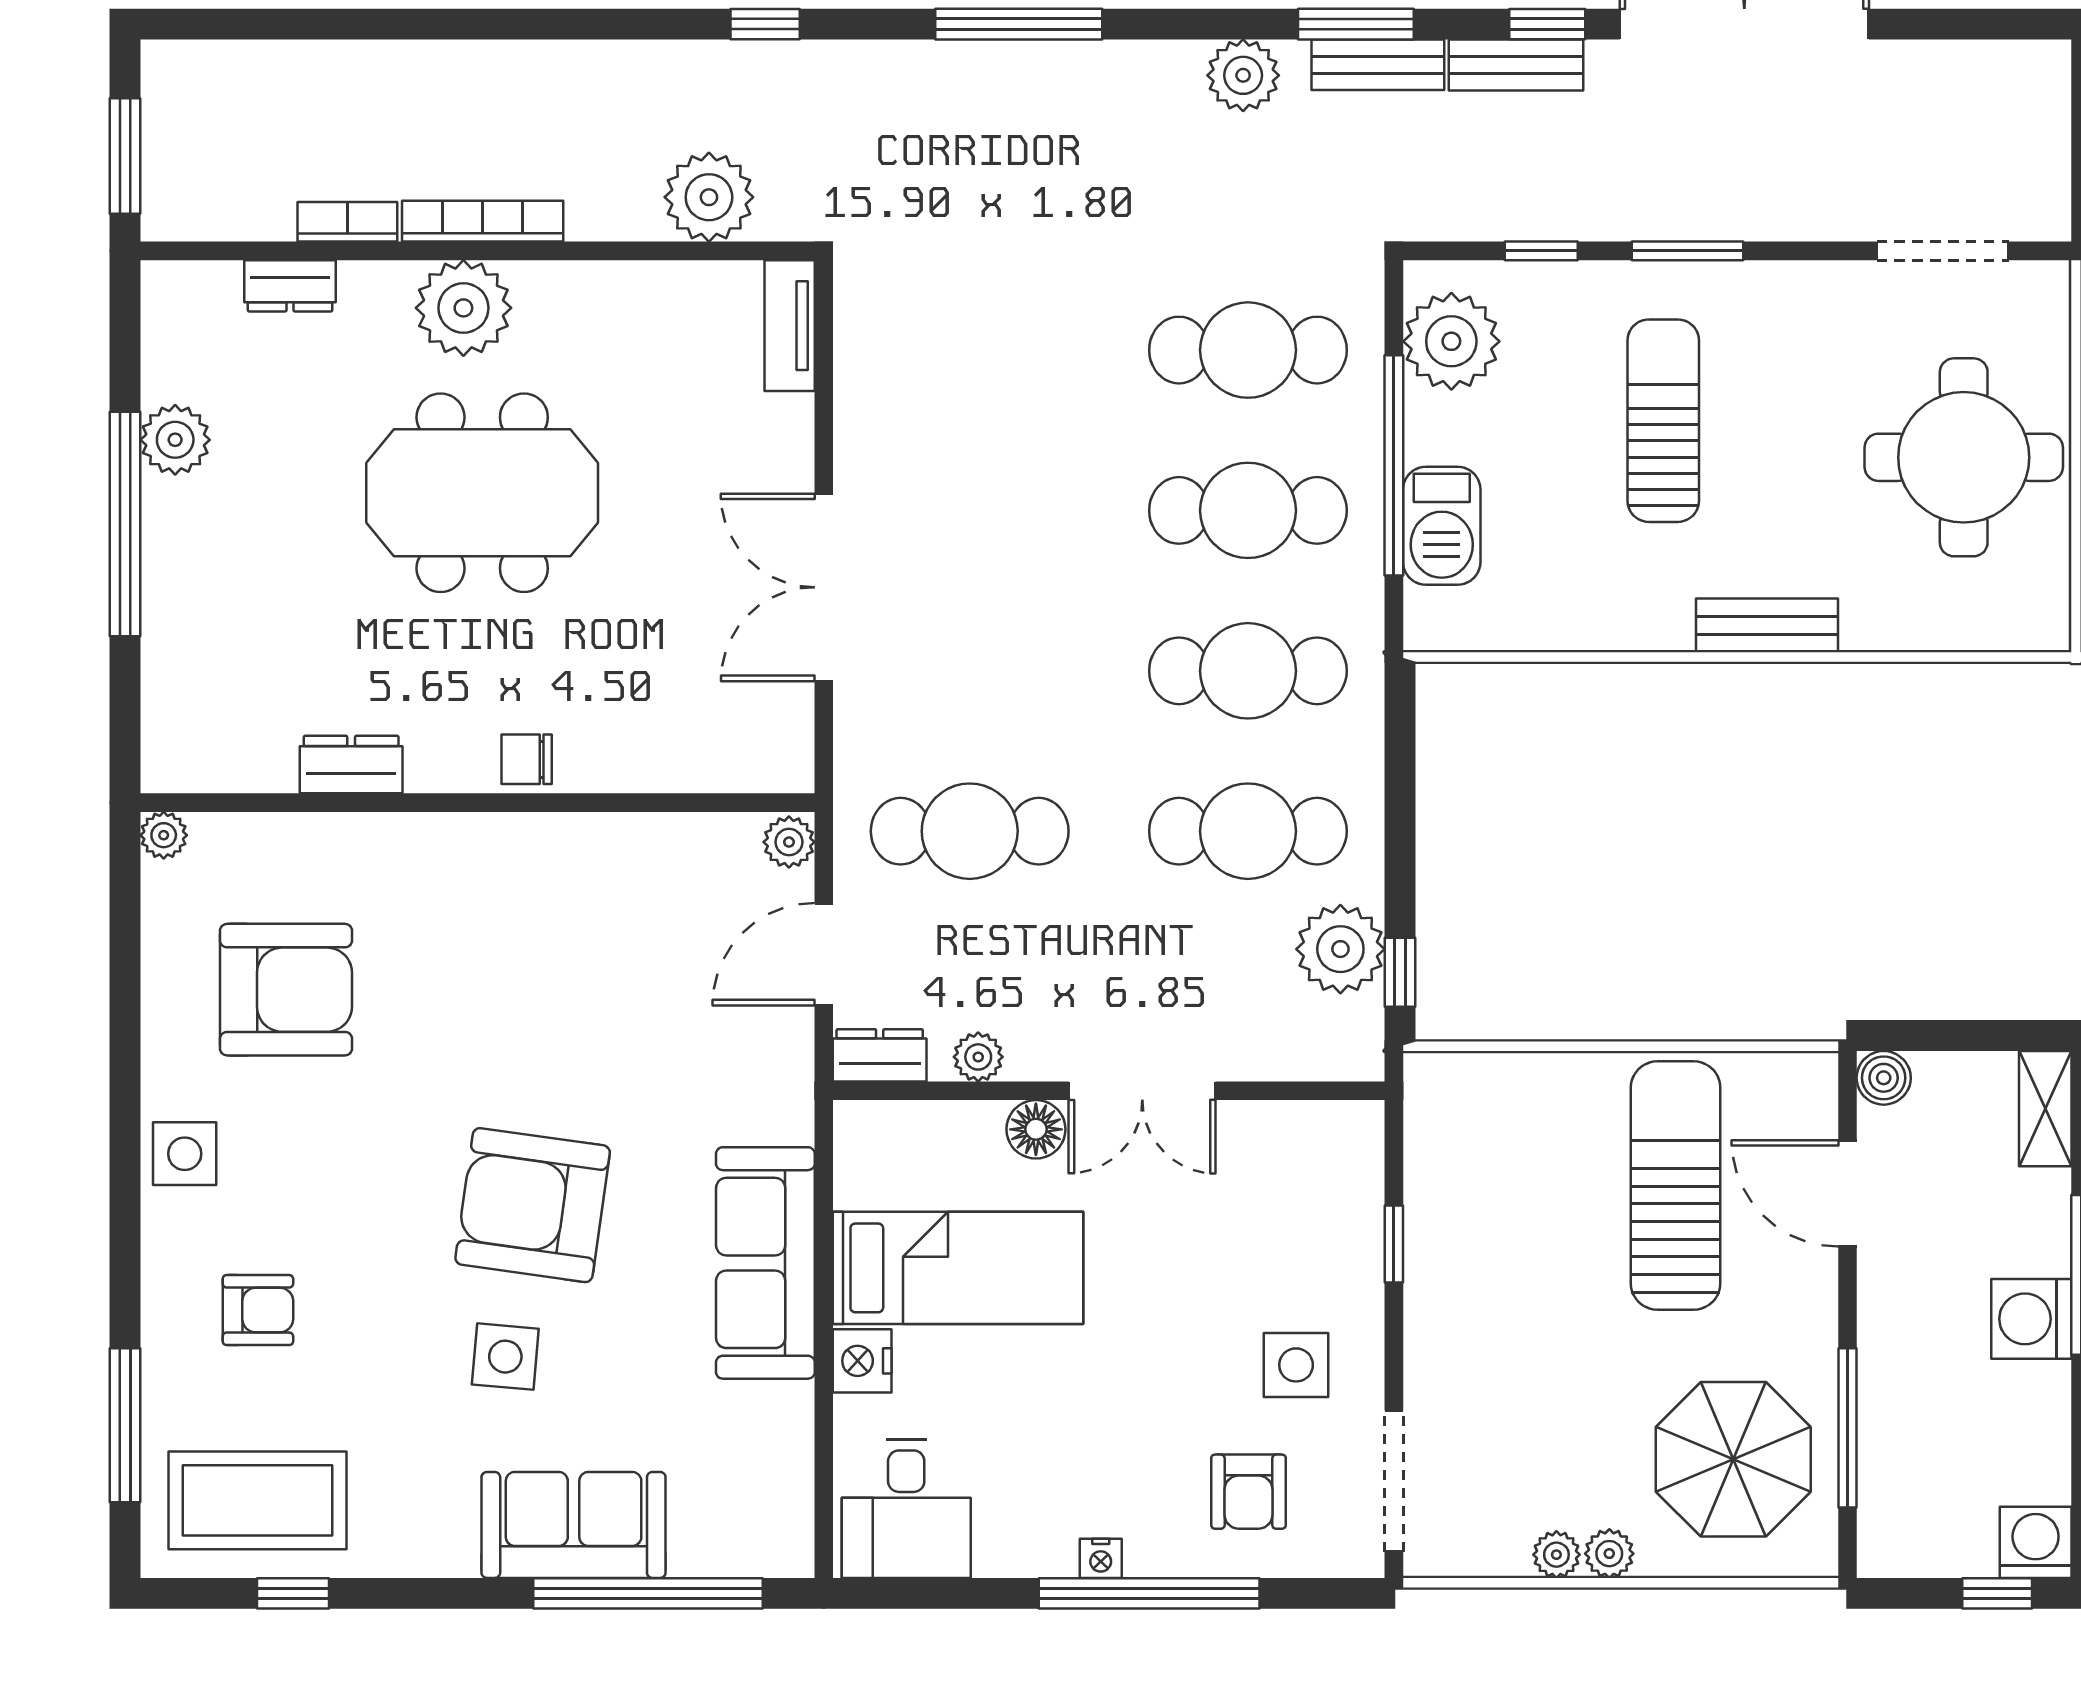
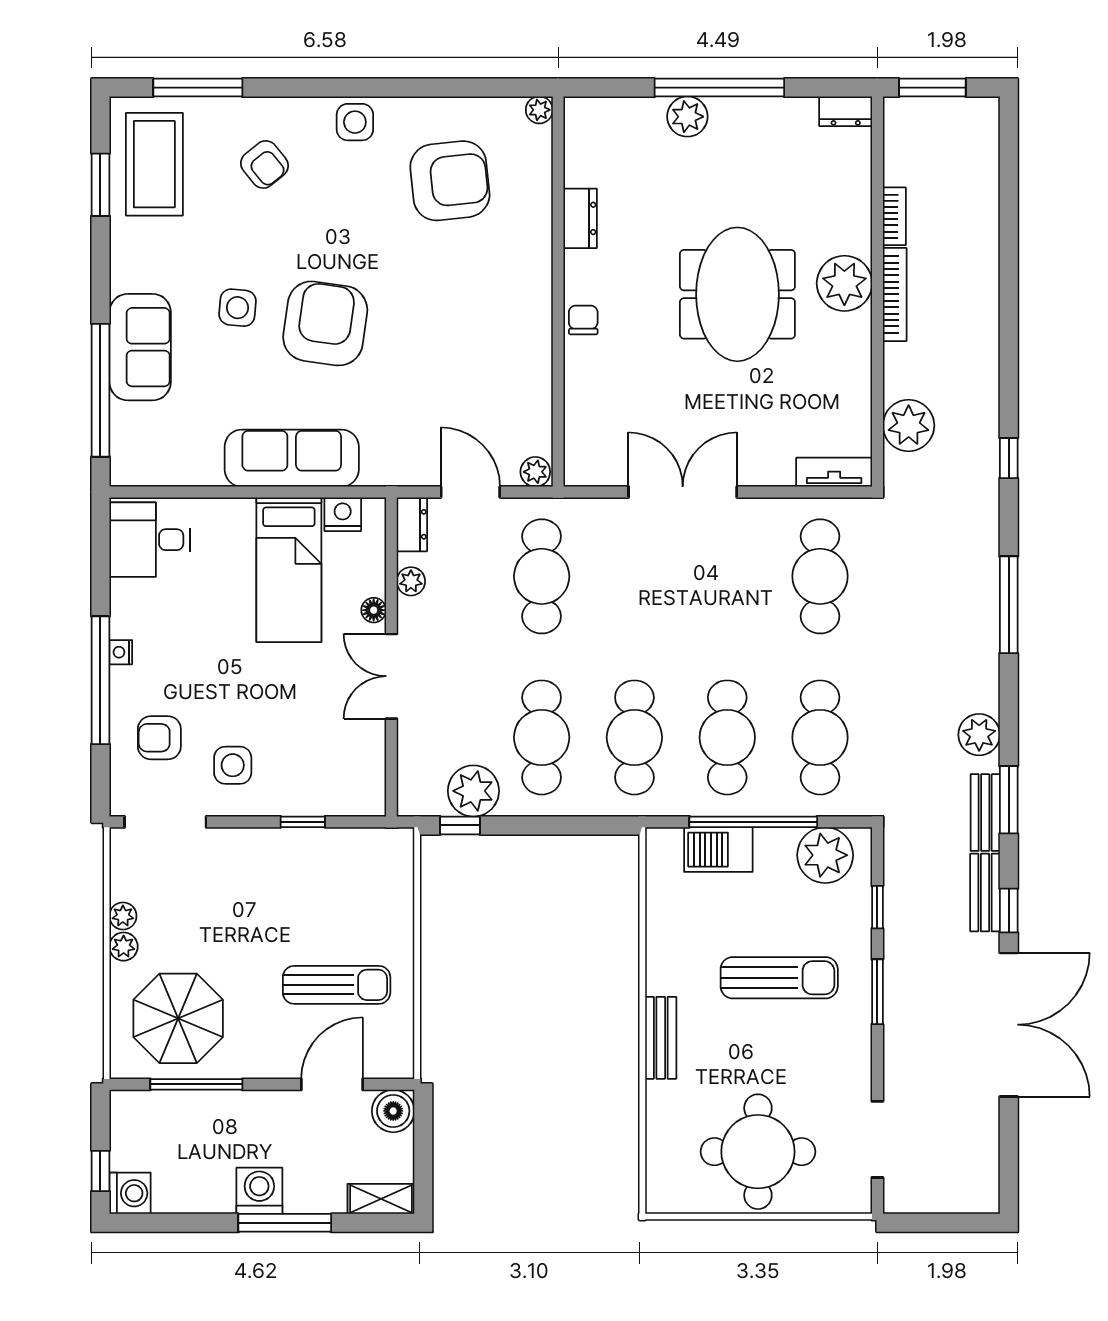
dresser: (290, 286) -> (846, 111), moved, turned -90
cafe table: (970, 350) -> (820, 576), added
plant: (175, 440) -> (687, 117), moved
armchair: (286, 990) -> (450, 181), turned -96
boiler: (1884, 1078) -> (393, 1111), width x1.36, depth x1.36
floor lamp: (1036, 1129) -> (374, 610), width x0.73, depth x0.73
sun lounger: (1676, 1186) -> (337, 985), width x0.73, depth x0.75
armchair: (258, 1310) -> (264, 164), turned -39
nightstand: (862, 1361) -> (343, 514), moved
window: (293, 1593) -> (100, 185), width x1.50

